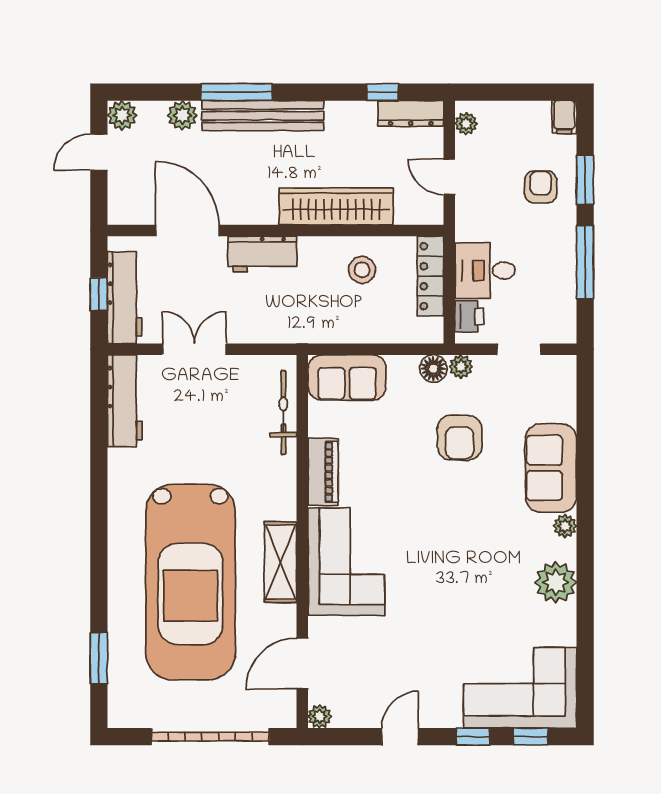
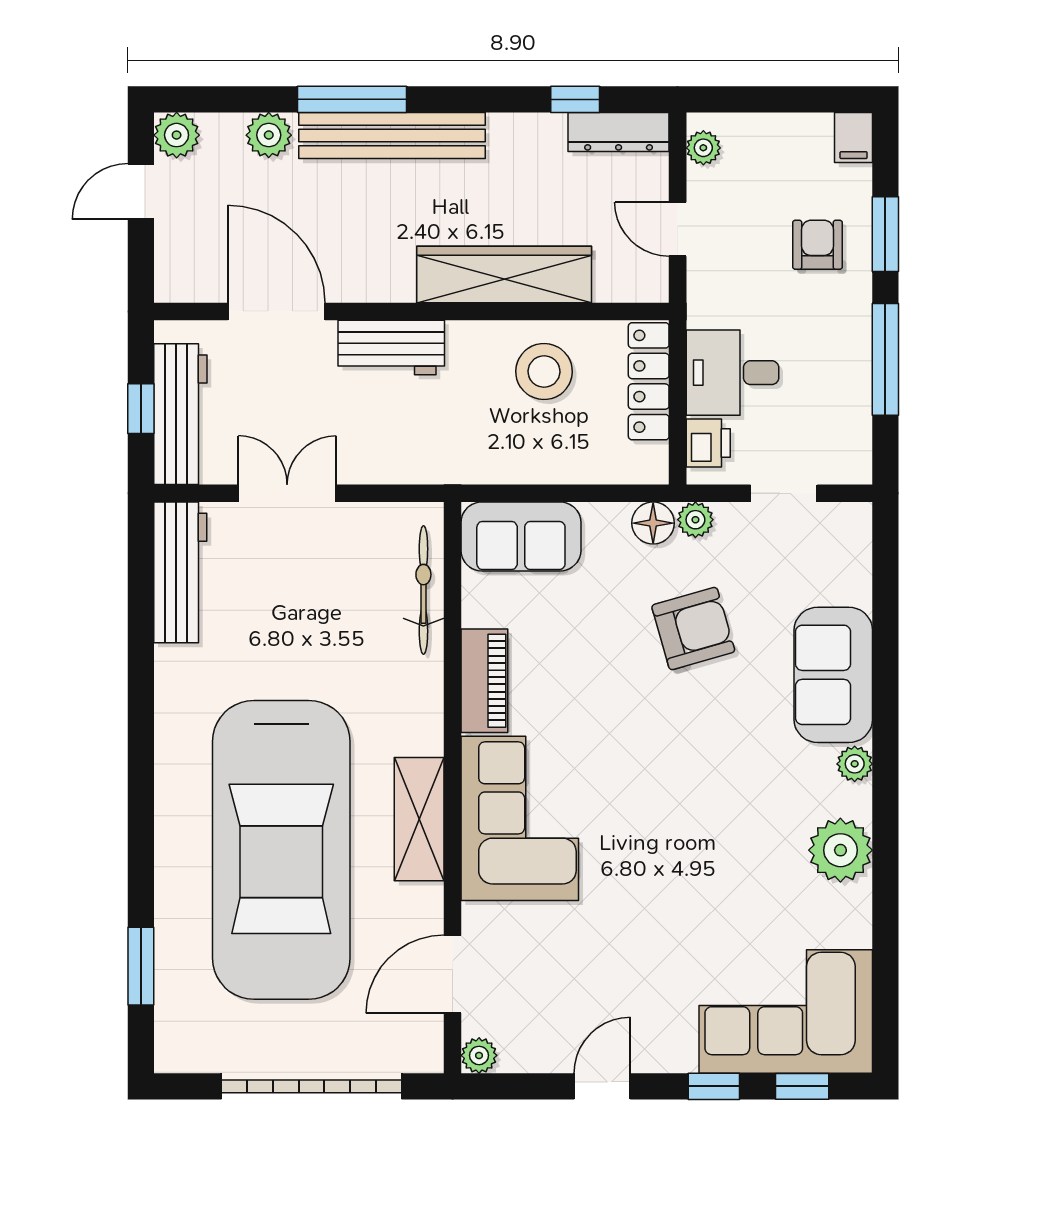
stool: (362, 270) -> (544, 371), width x1.38, depth x1.38
armchair: (460, 438) -> (693, 629), turned -106

